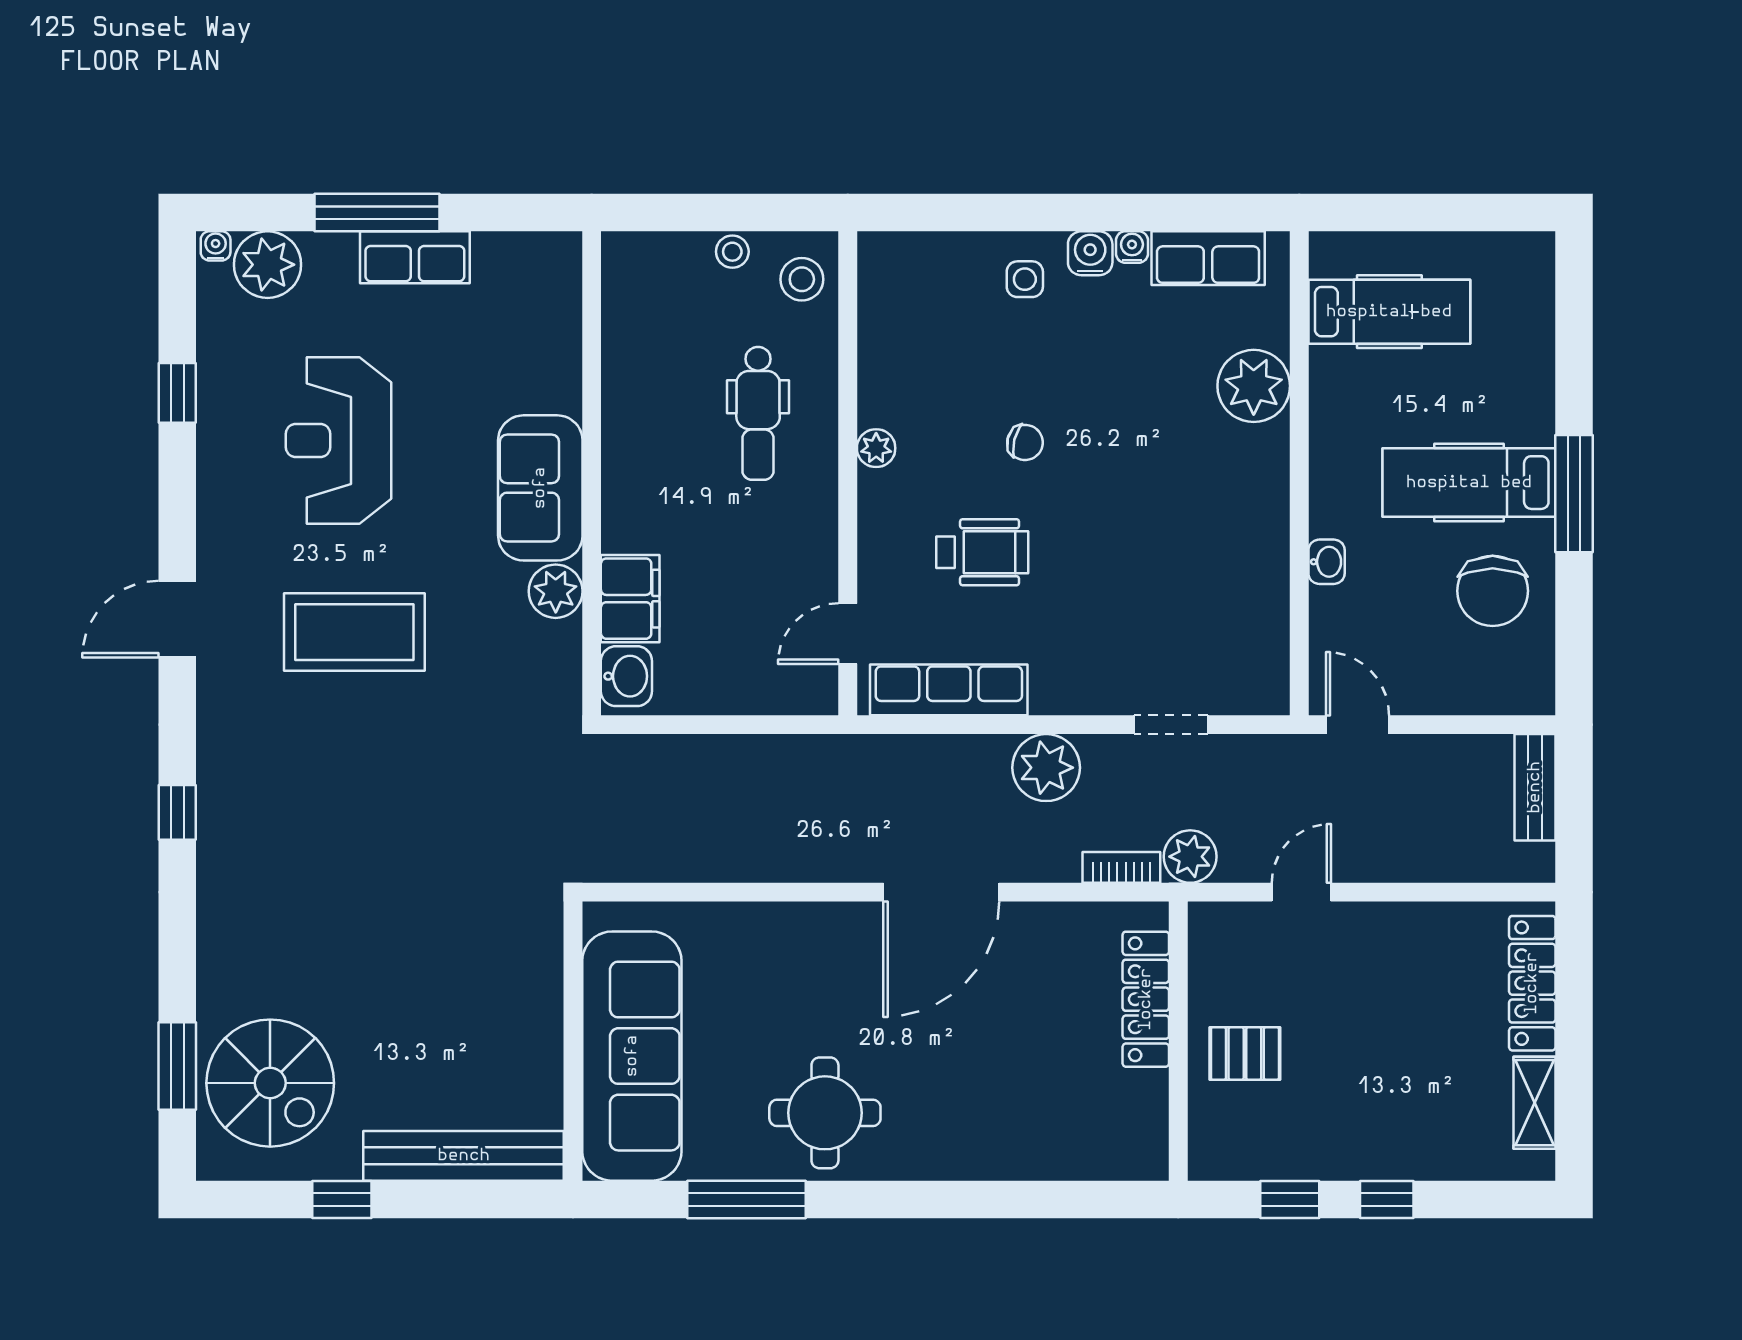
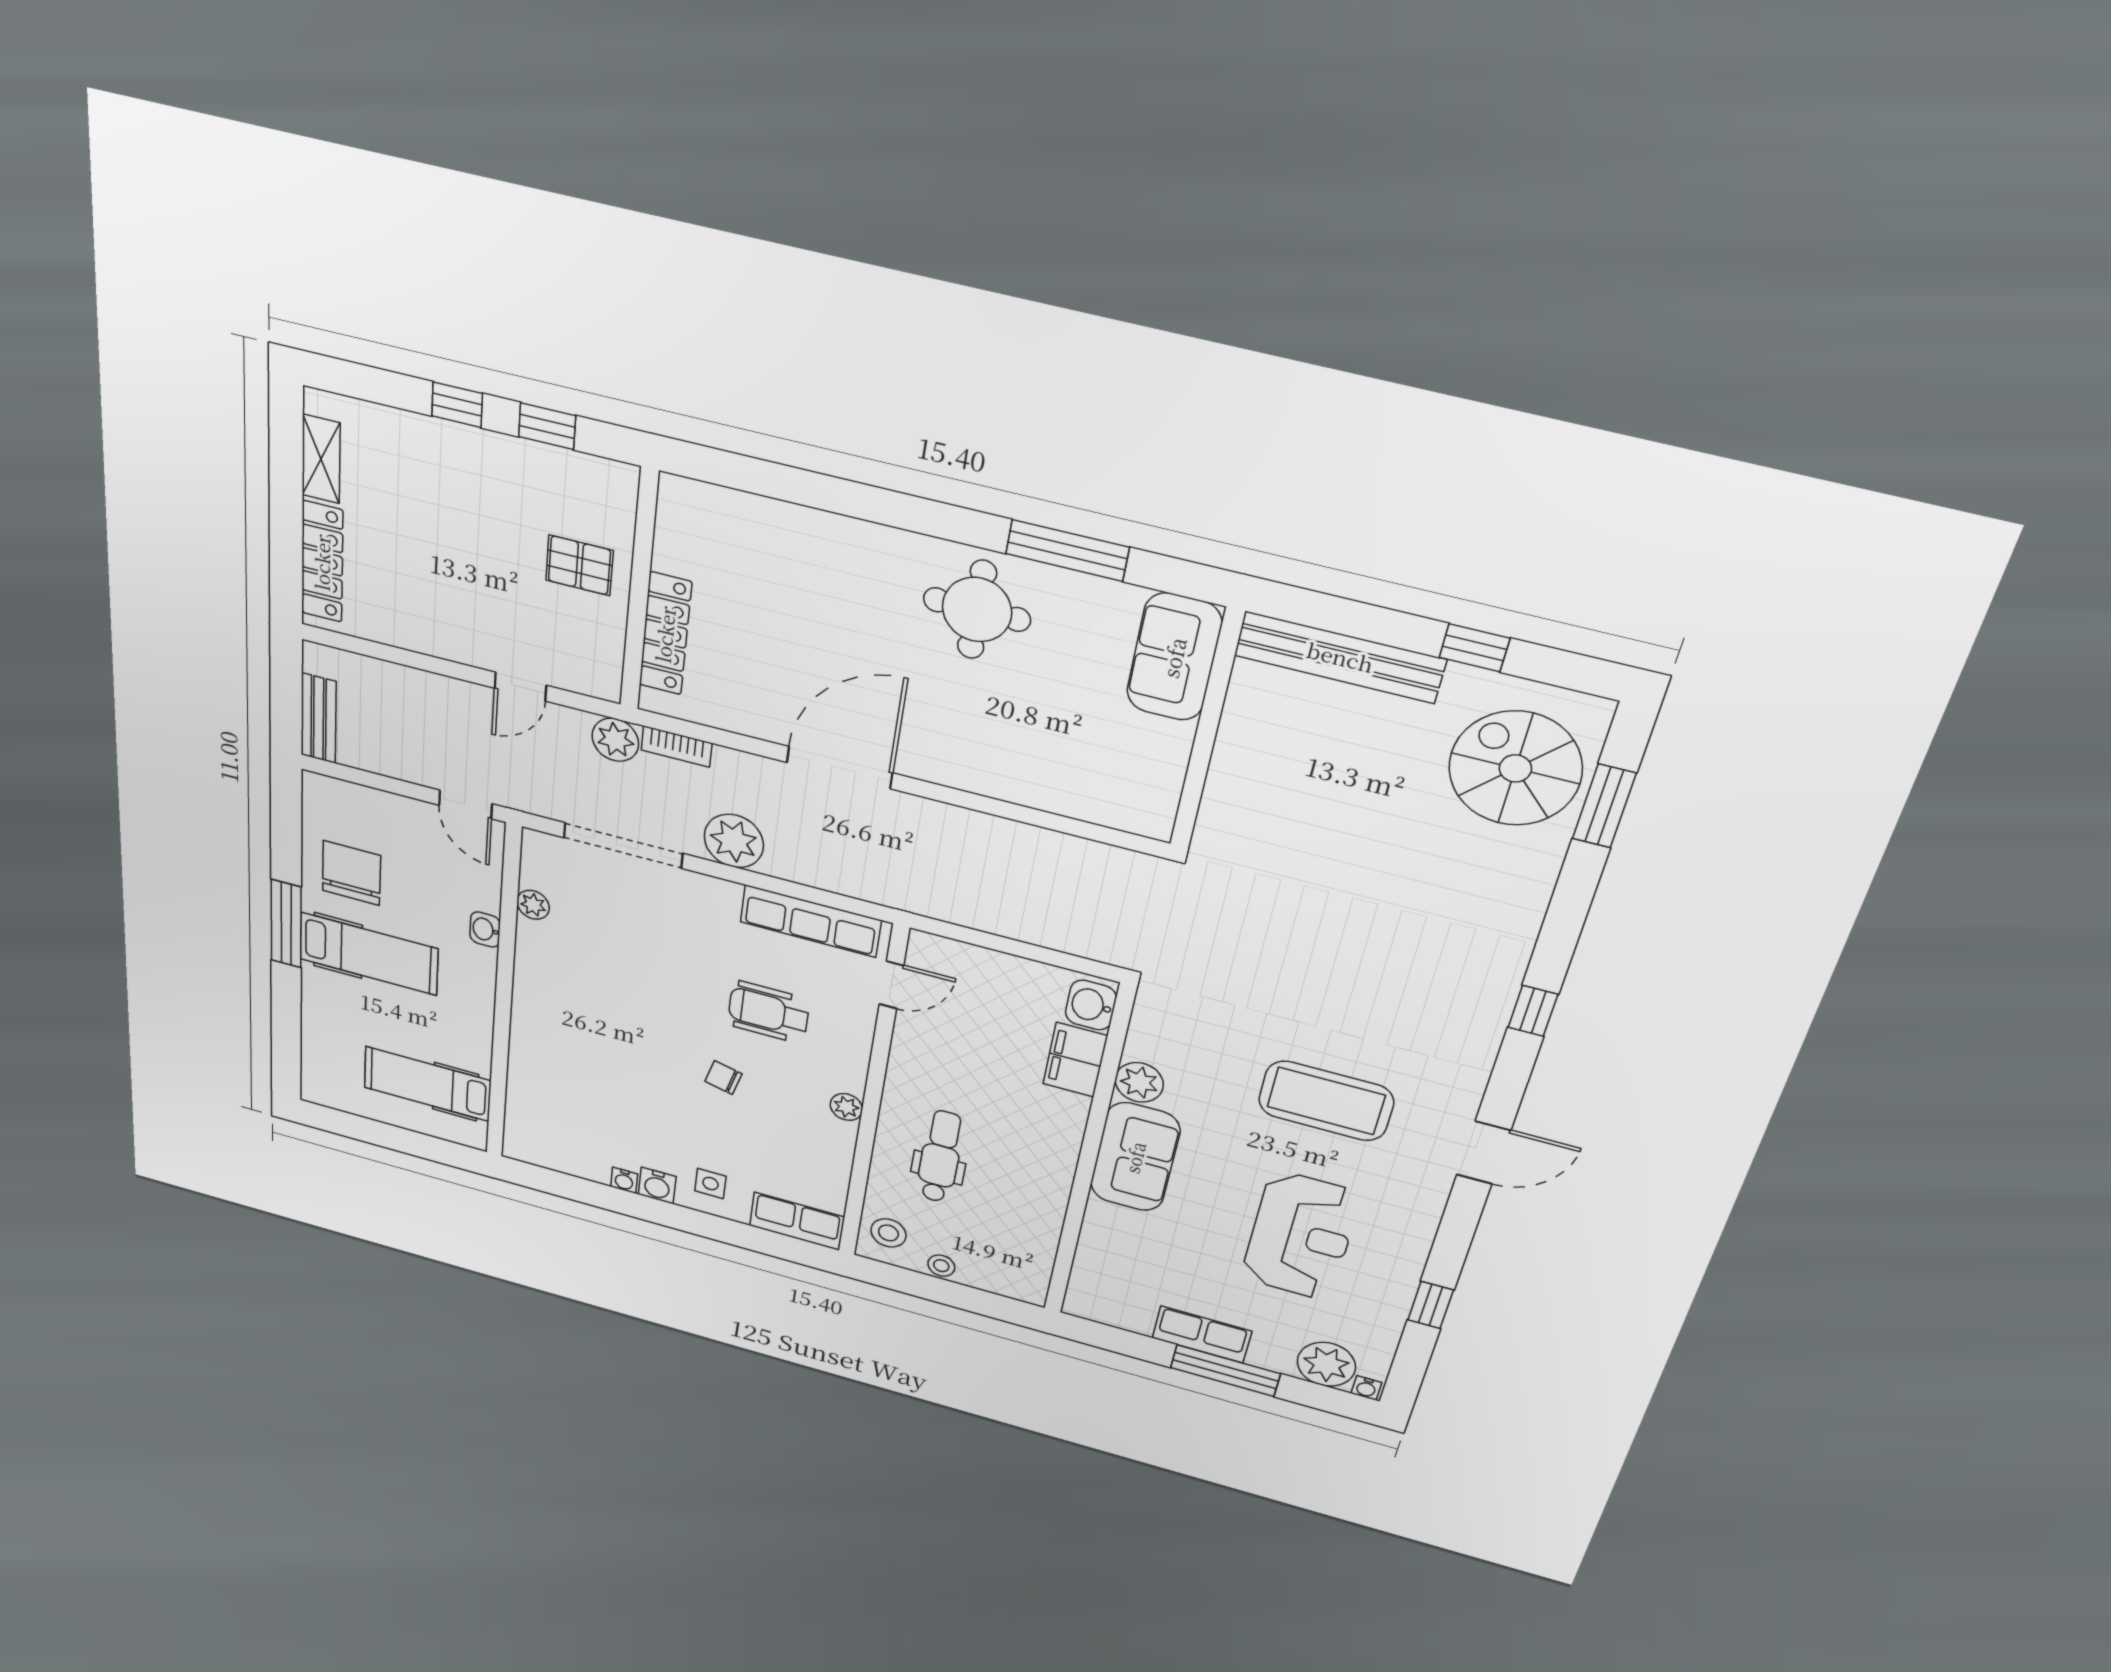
row of seats: (1208, 258) -> (797, 1221), moved
plant: (1254, 386) -> (533, 905), moved, width x0.53, depth x0.53
doorway: (1171, 725) -> (623, 845), width x1.87
sofa: (632, 1056) -> (1174, 657), width x0.54, depth x0.79

